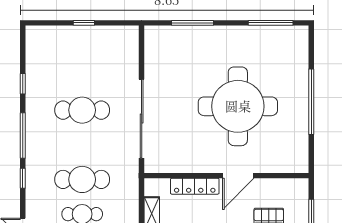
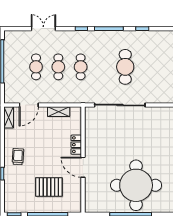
round table: (238, 106) -> (136, 185), moved
cafe table: (82, 179) -> (81, 67), width x0.73, depth x0.74
locker: (195, 186) -> (76, 145), width x0.66

